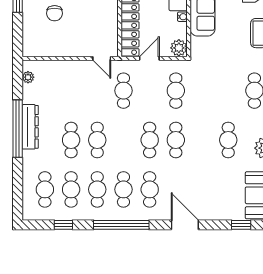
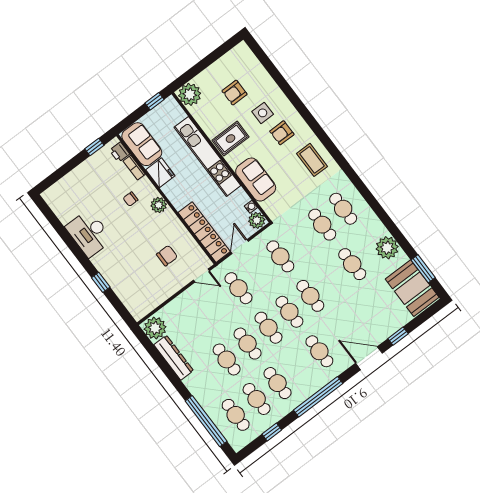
chair: (55, 13) -> (167, 256), moved, turned -90
water cooler: (182, 17) -> (251, 207), moved
plant: (28, 77) -> (155, 328), width x1.87, depth x1.87
cafe table: (228, 91) -> (322, 225), added
dresser: (30, 127) -> (174, 358), moved
window: (18, 129) -> (206, 421), moved
cafe table: (123, 189) -> (268, 328), moved
window: (241, 225) -> (398, 336), moved

